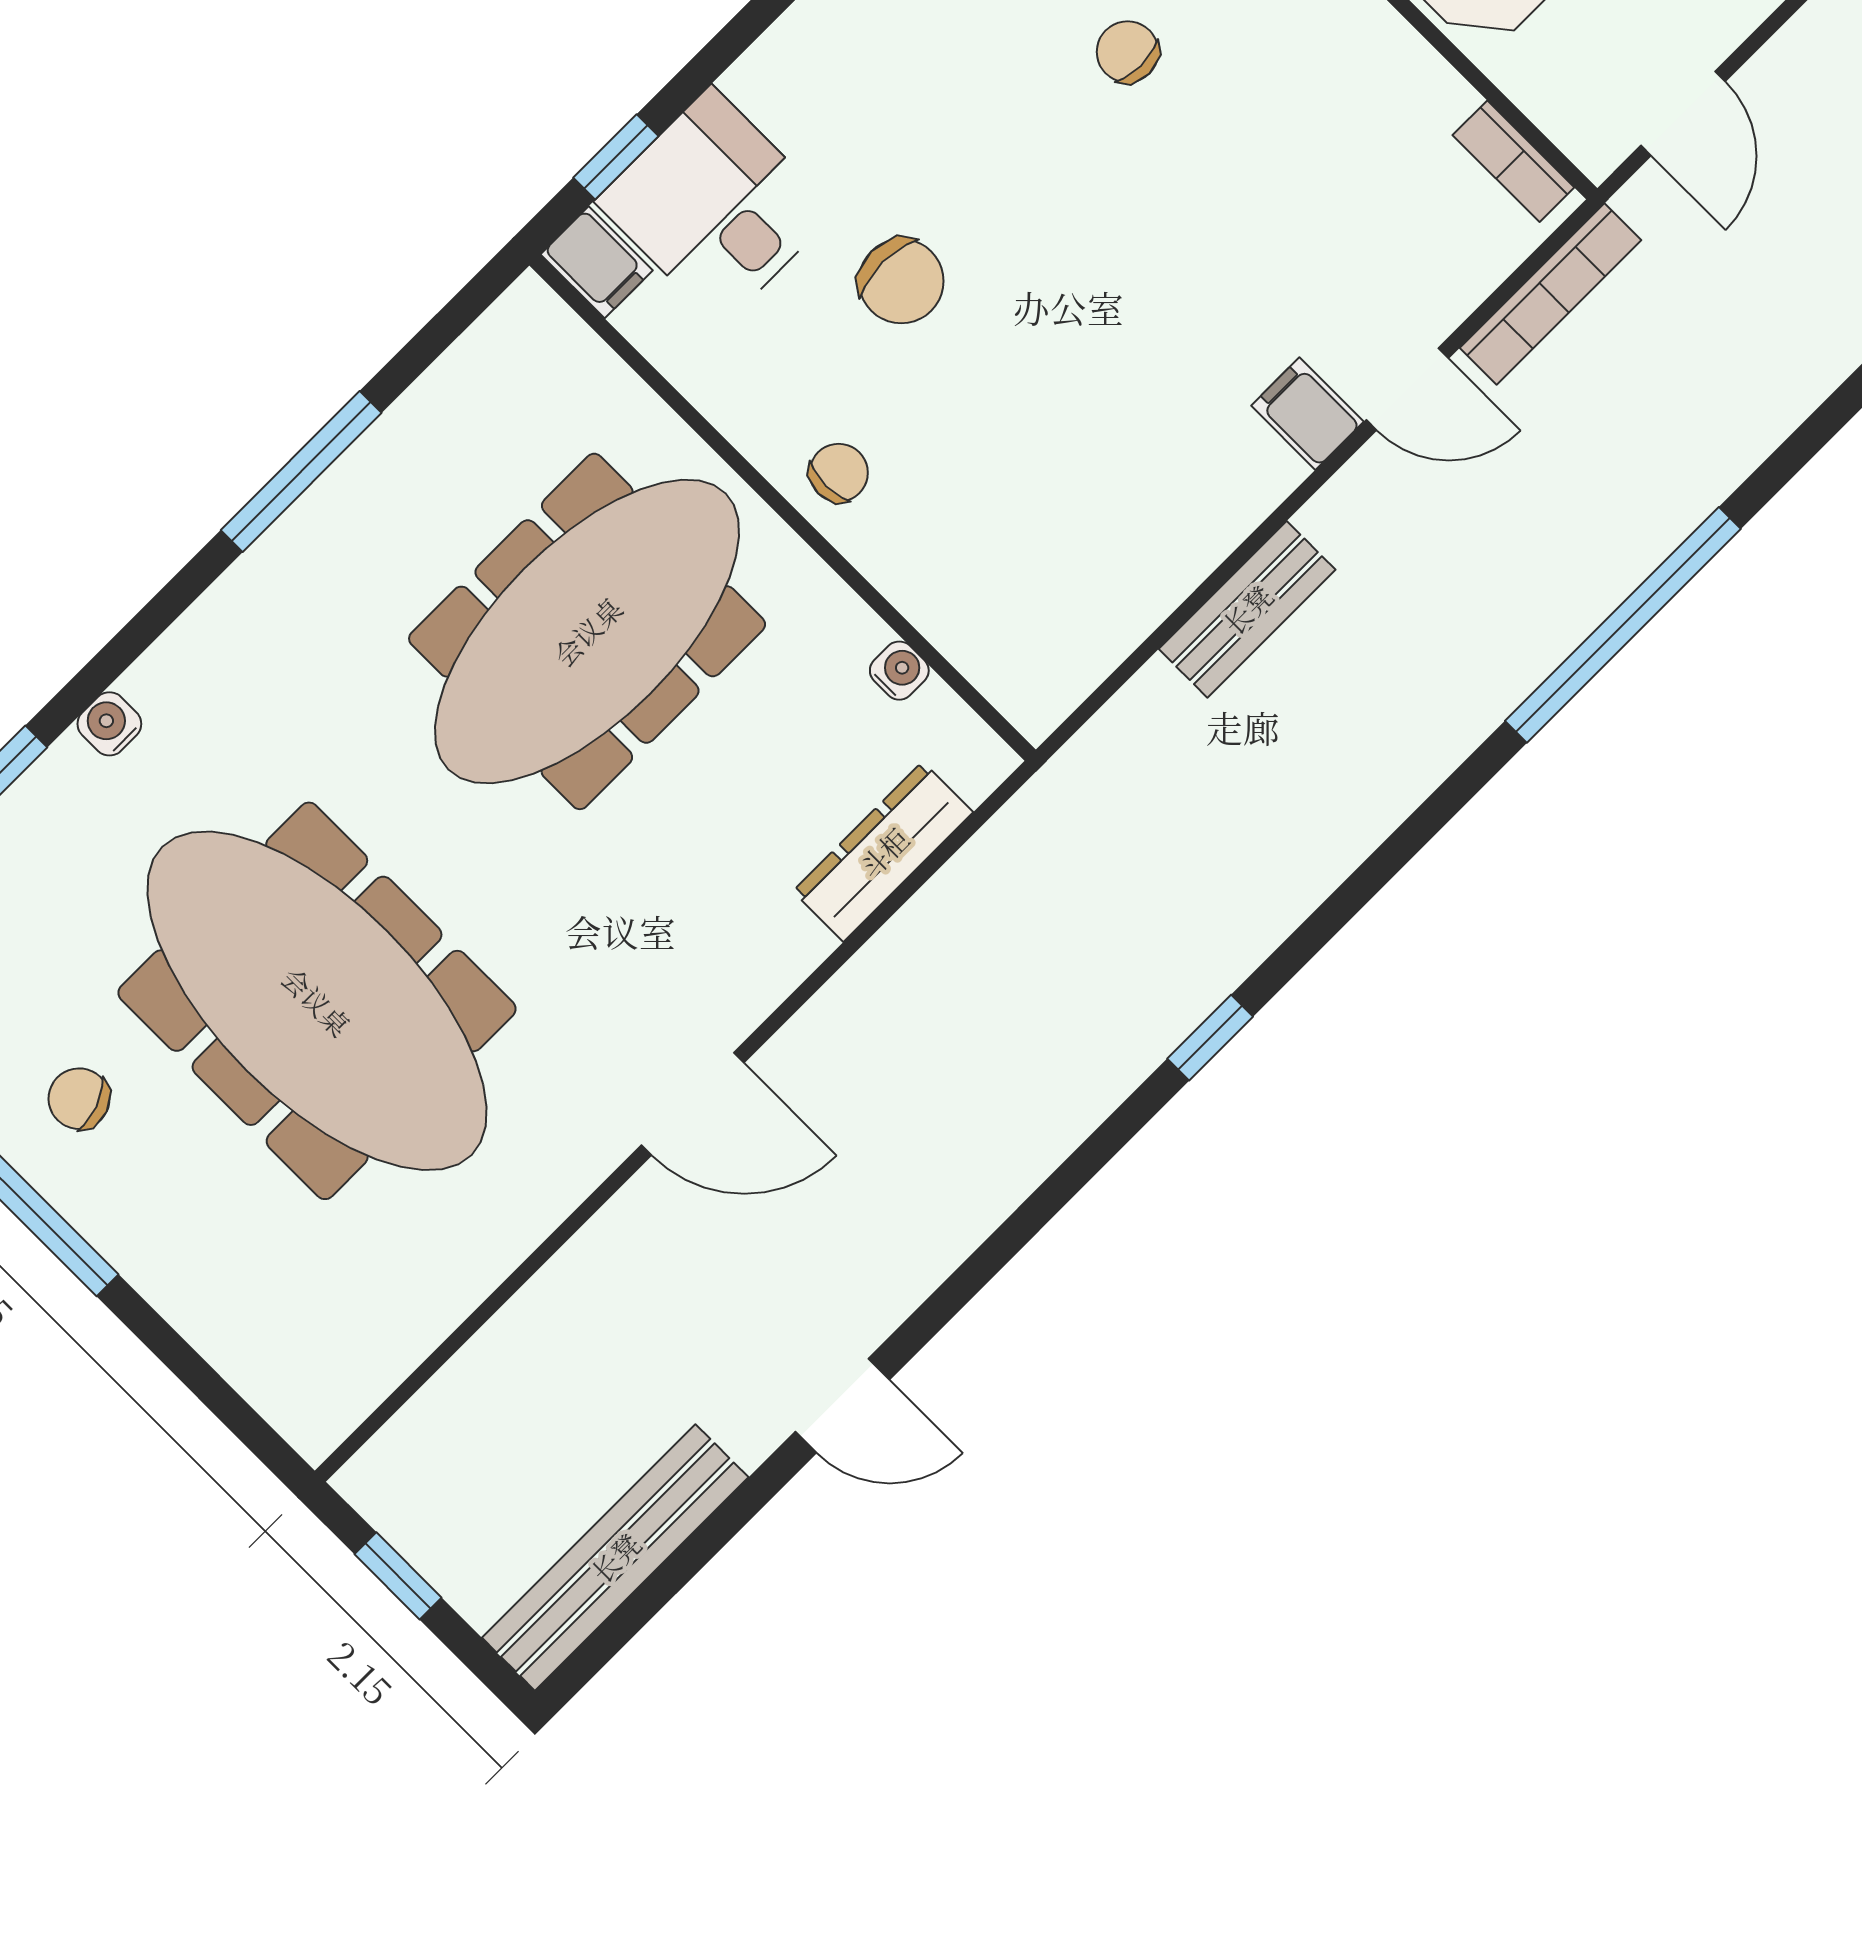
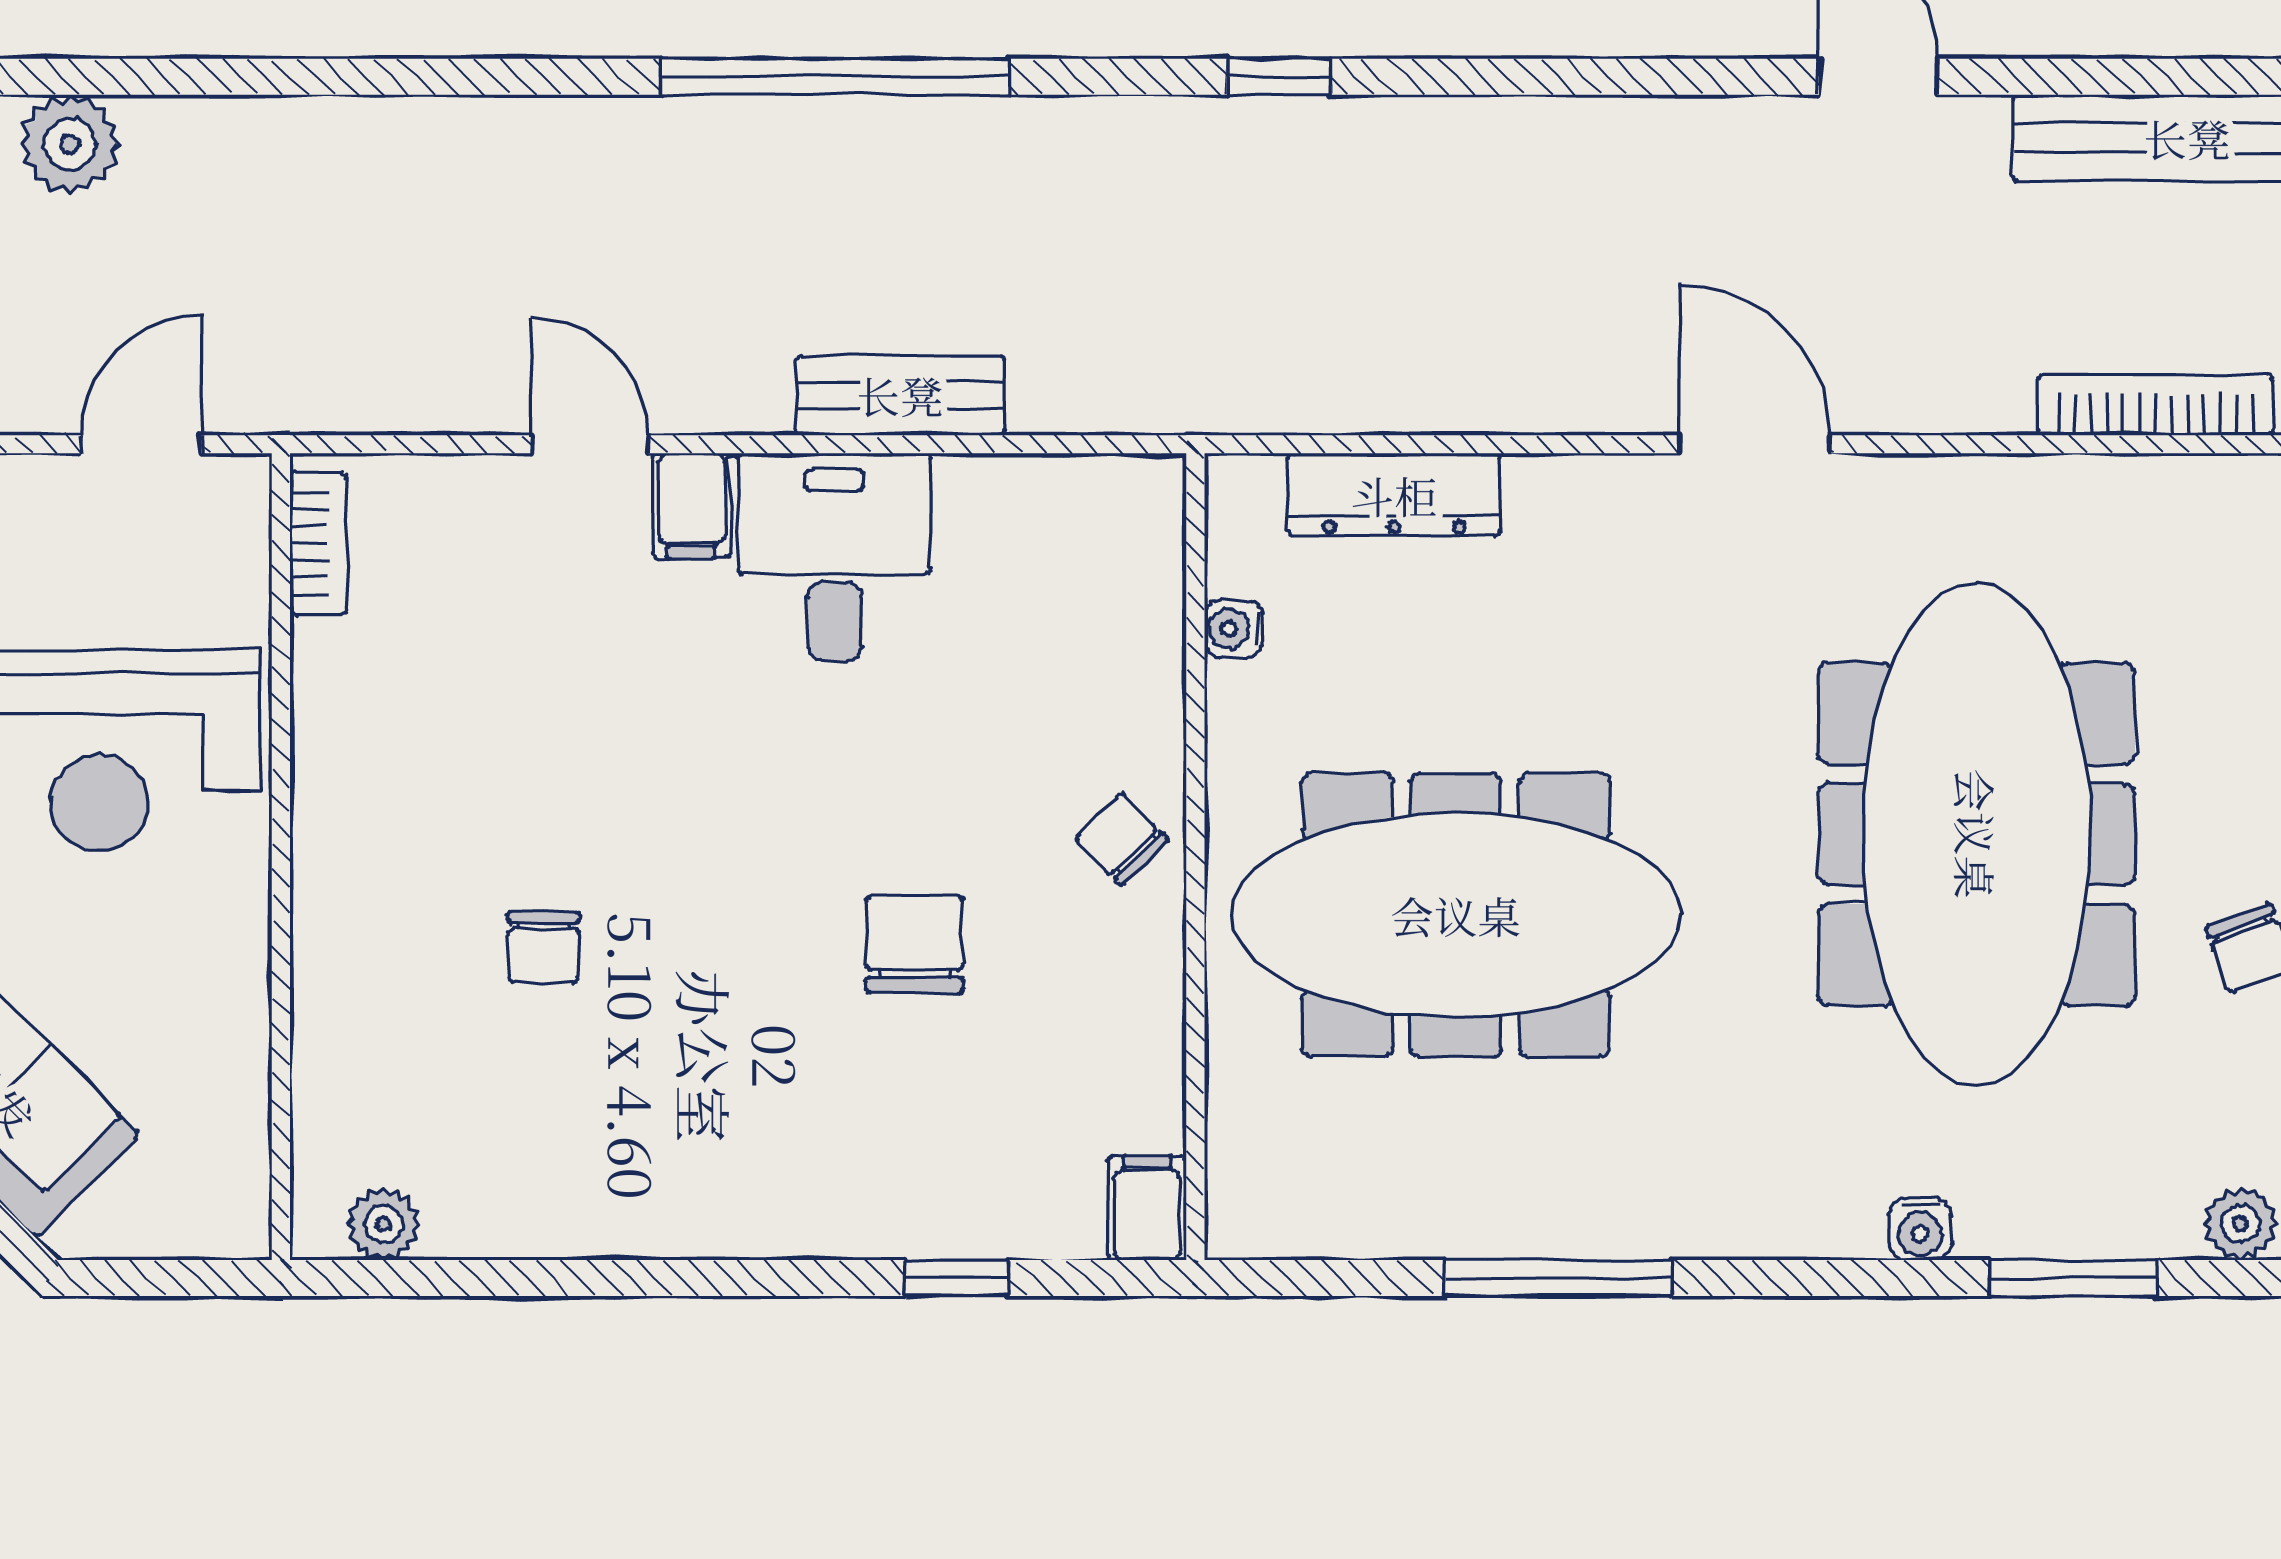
window: (616, 157) -> (956, 1278), moved
desk: (716, 206) -> (834, 557), moved, turned 180
bookcase: (1550, 294) -> (2156, 405), moved
chair: (839, 473) -> (1122, 839), turned 45
window: (1623, 625) -> (835, 77), moved

